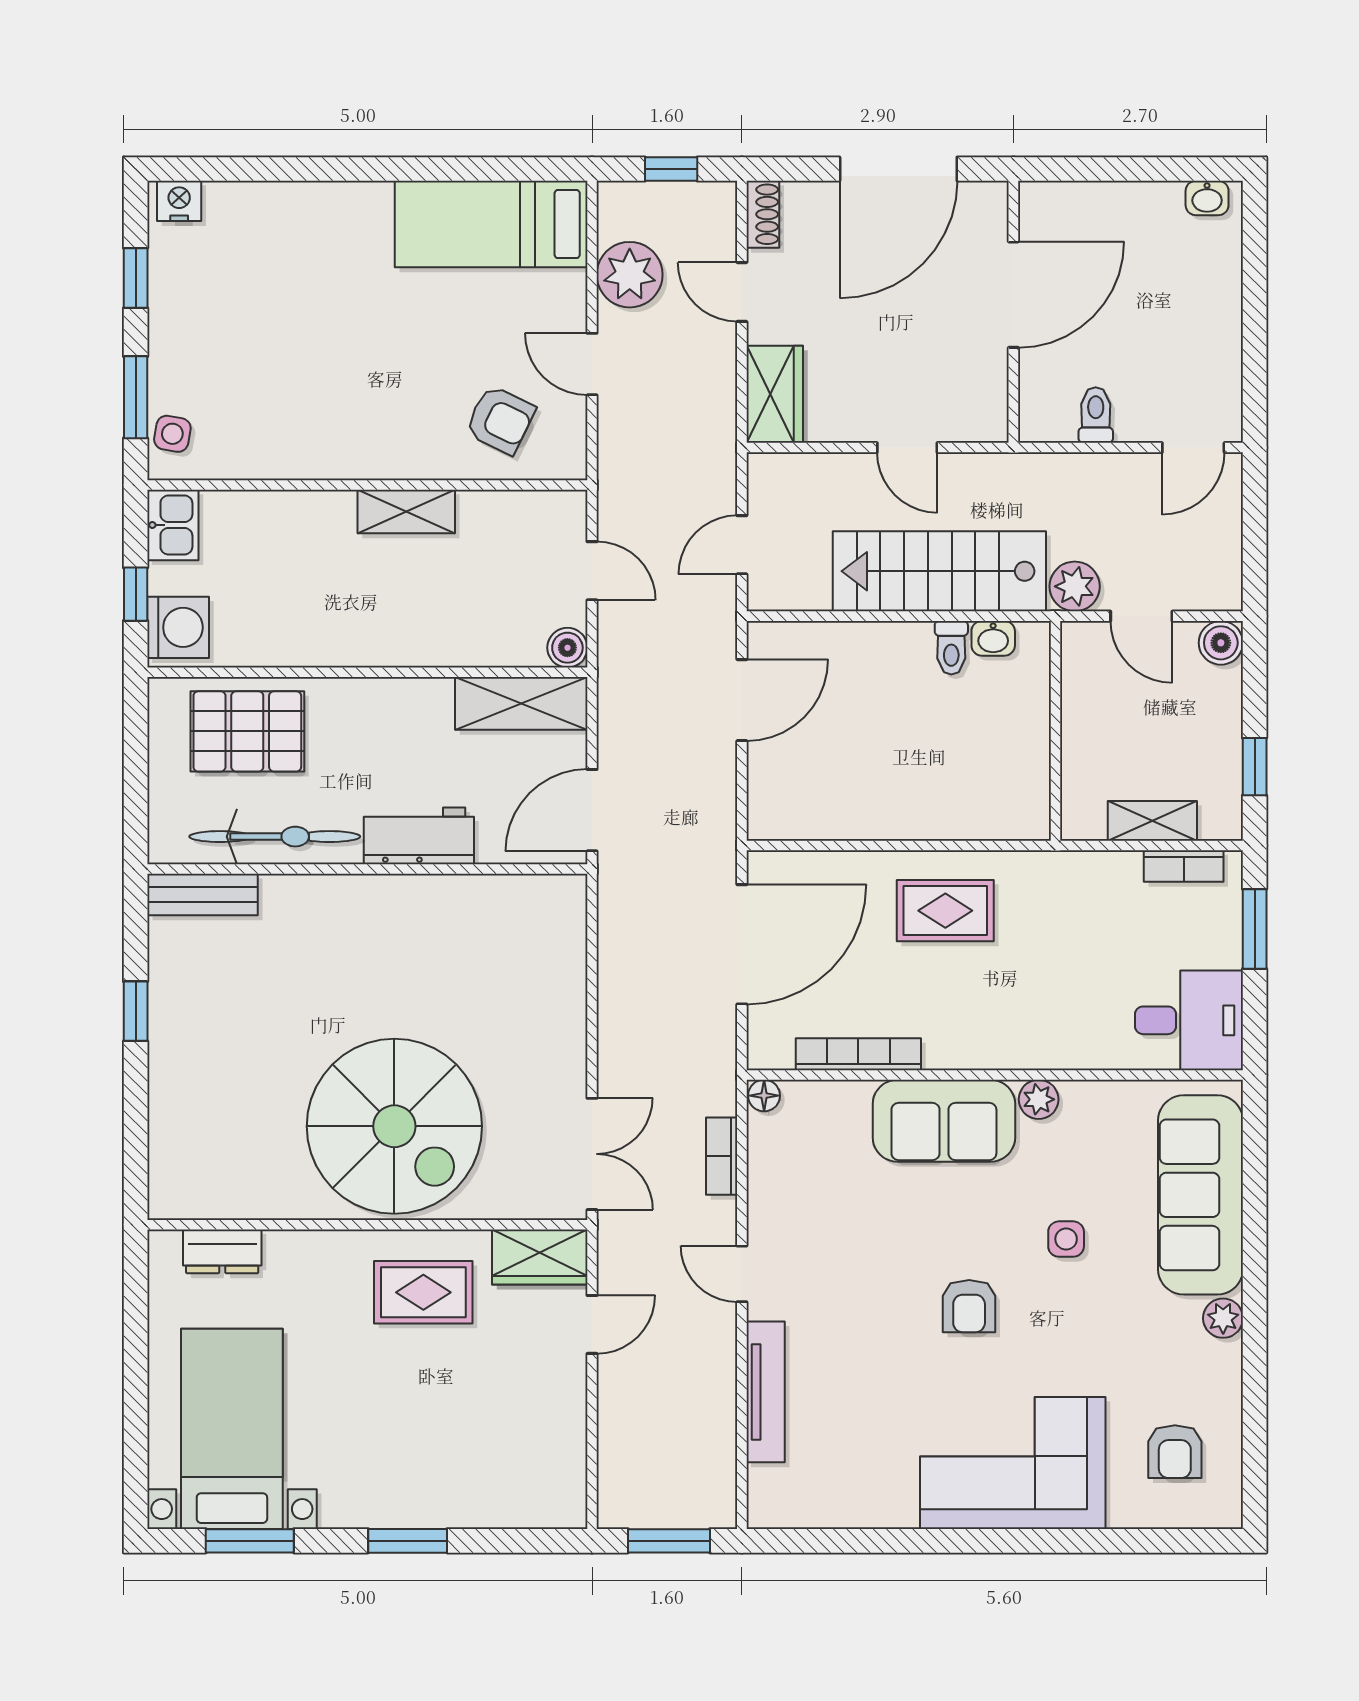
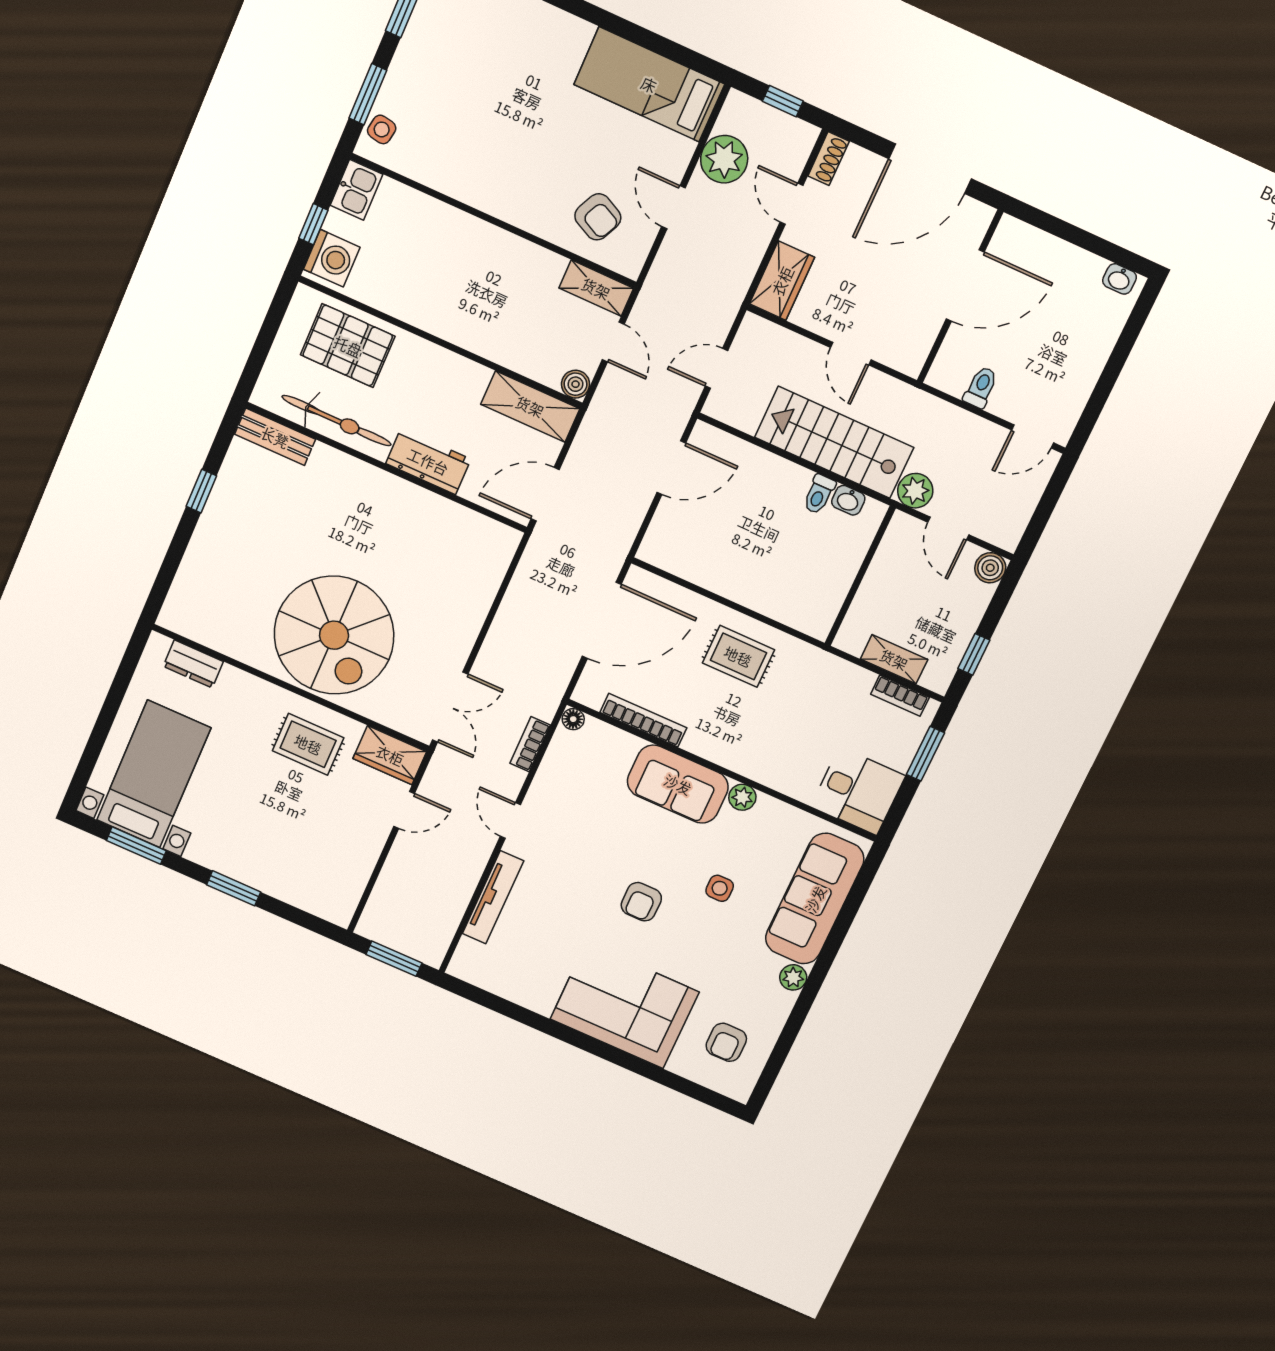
shelving: (406, 512) -> (596, 288), moved

